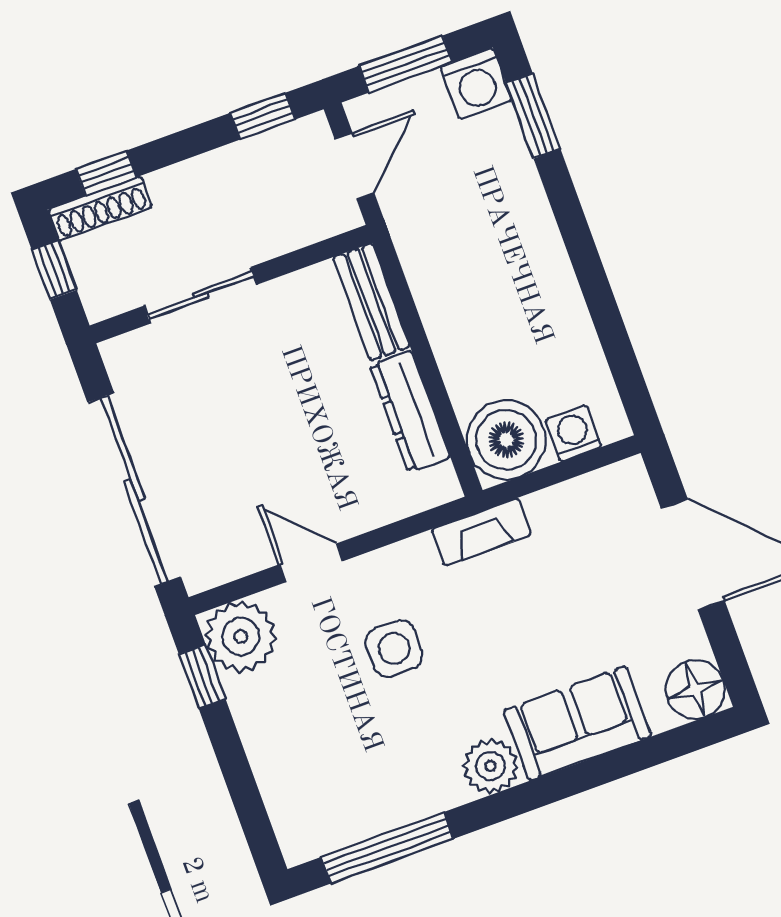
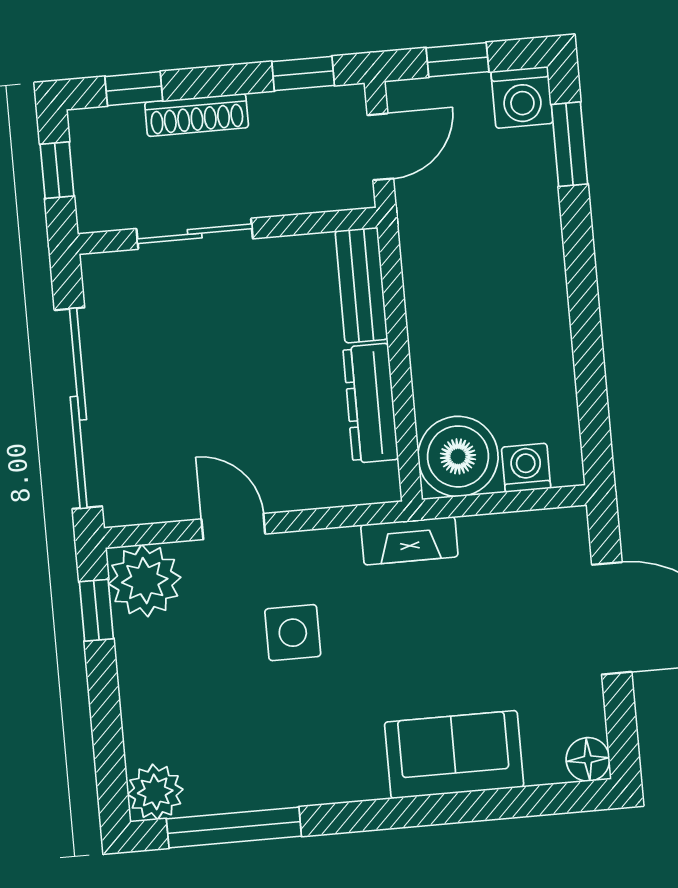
window: (406, 64) -> (457, 60), width x0.67
shoe rack: (100, 209) -> (197, 115), moved
floor lamp: (695, 689) -> (588, 759), width x0.73, depth x0.73
plant: (490, 766) -> (155, 792), moved

